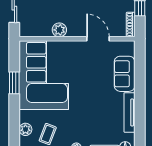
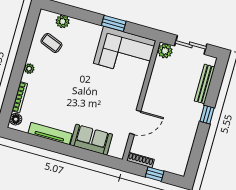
plant: (59, 30) -> (165, 51), moved
corner sofa: (44, 75) -> (125, 52), width x0.73, depth x0.74

